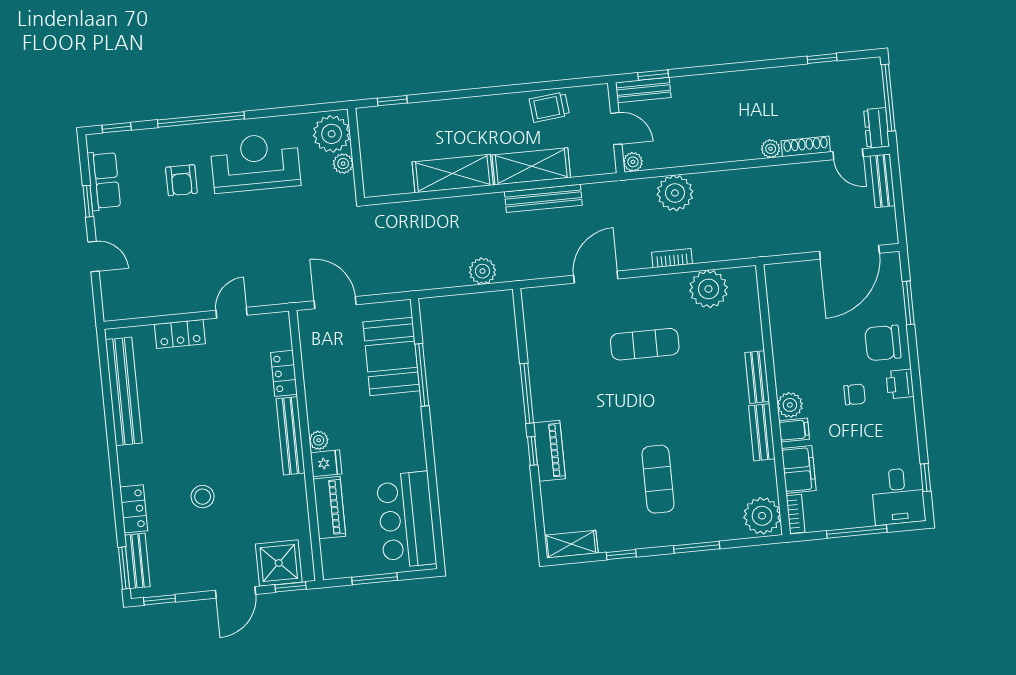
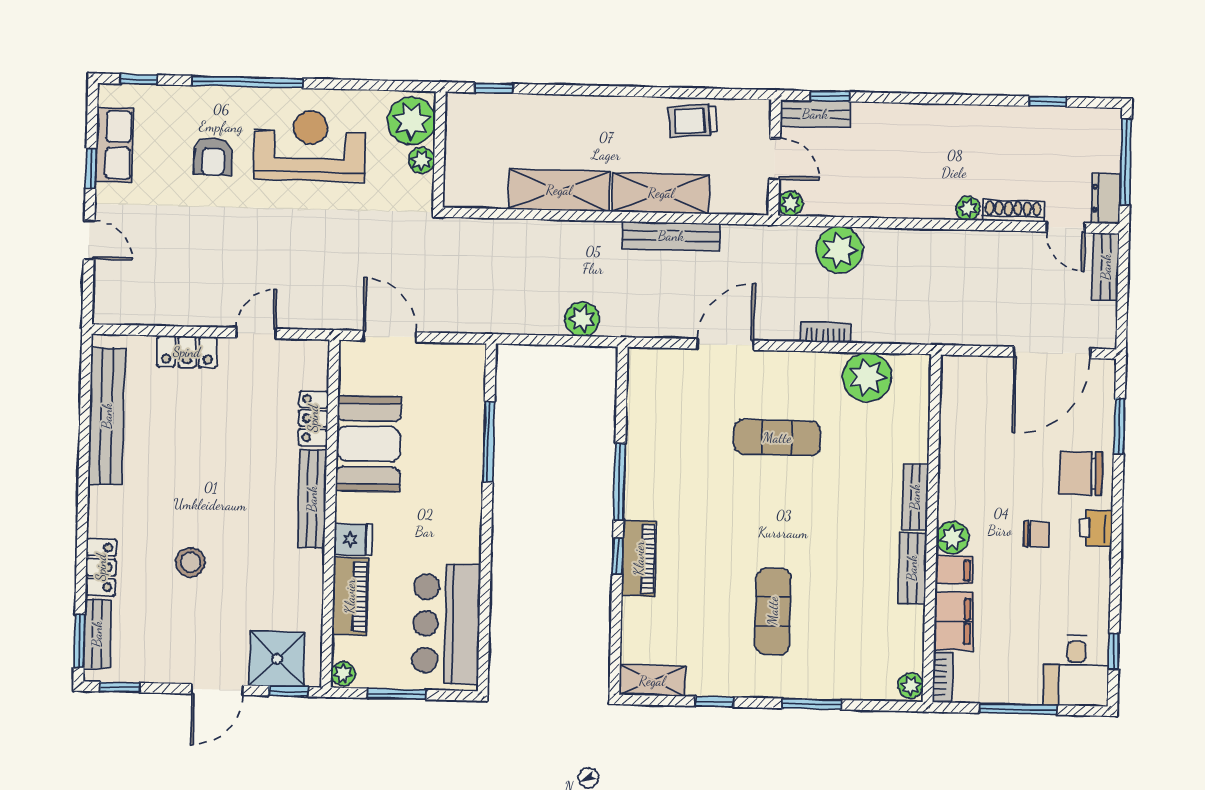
booth: (391, 356) -> (368, 444), moved
plant: (319, 440) -> (343, 674), moved
plant: (762, 516) -> (911, 686), width x0.53, depth x0.53

